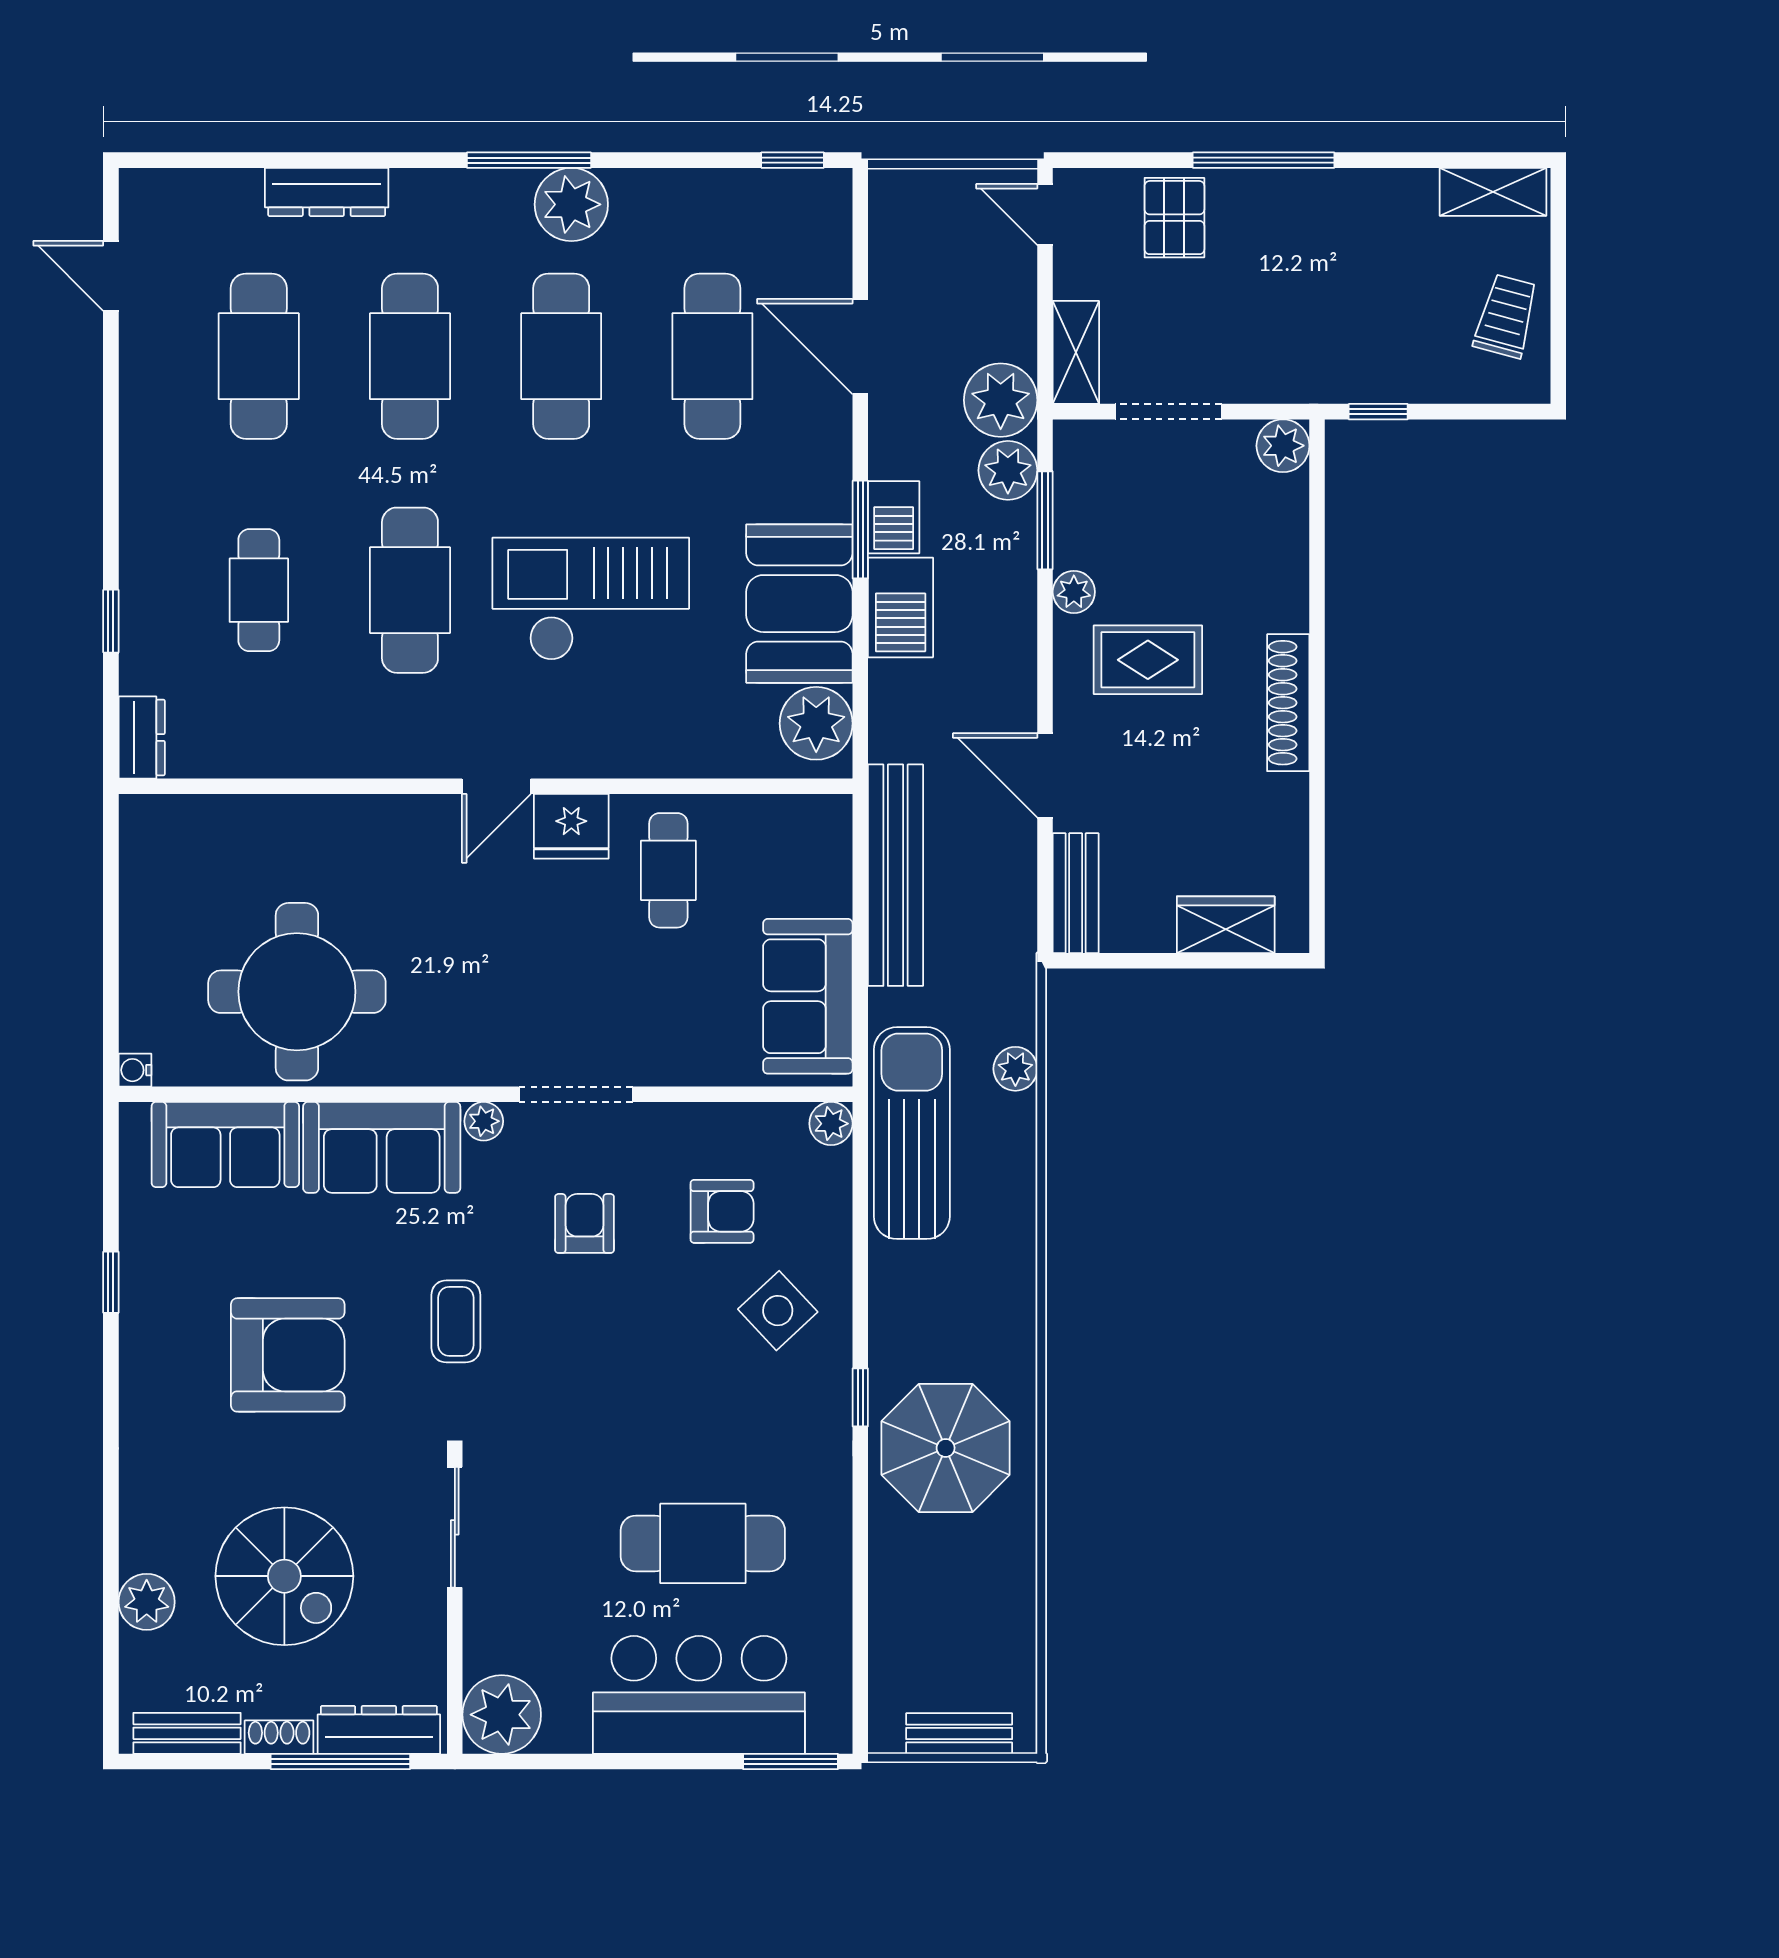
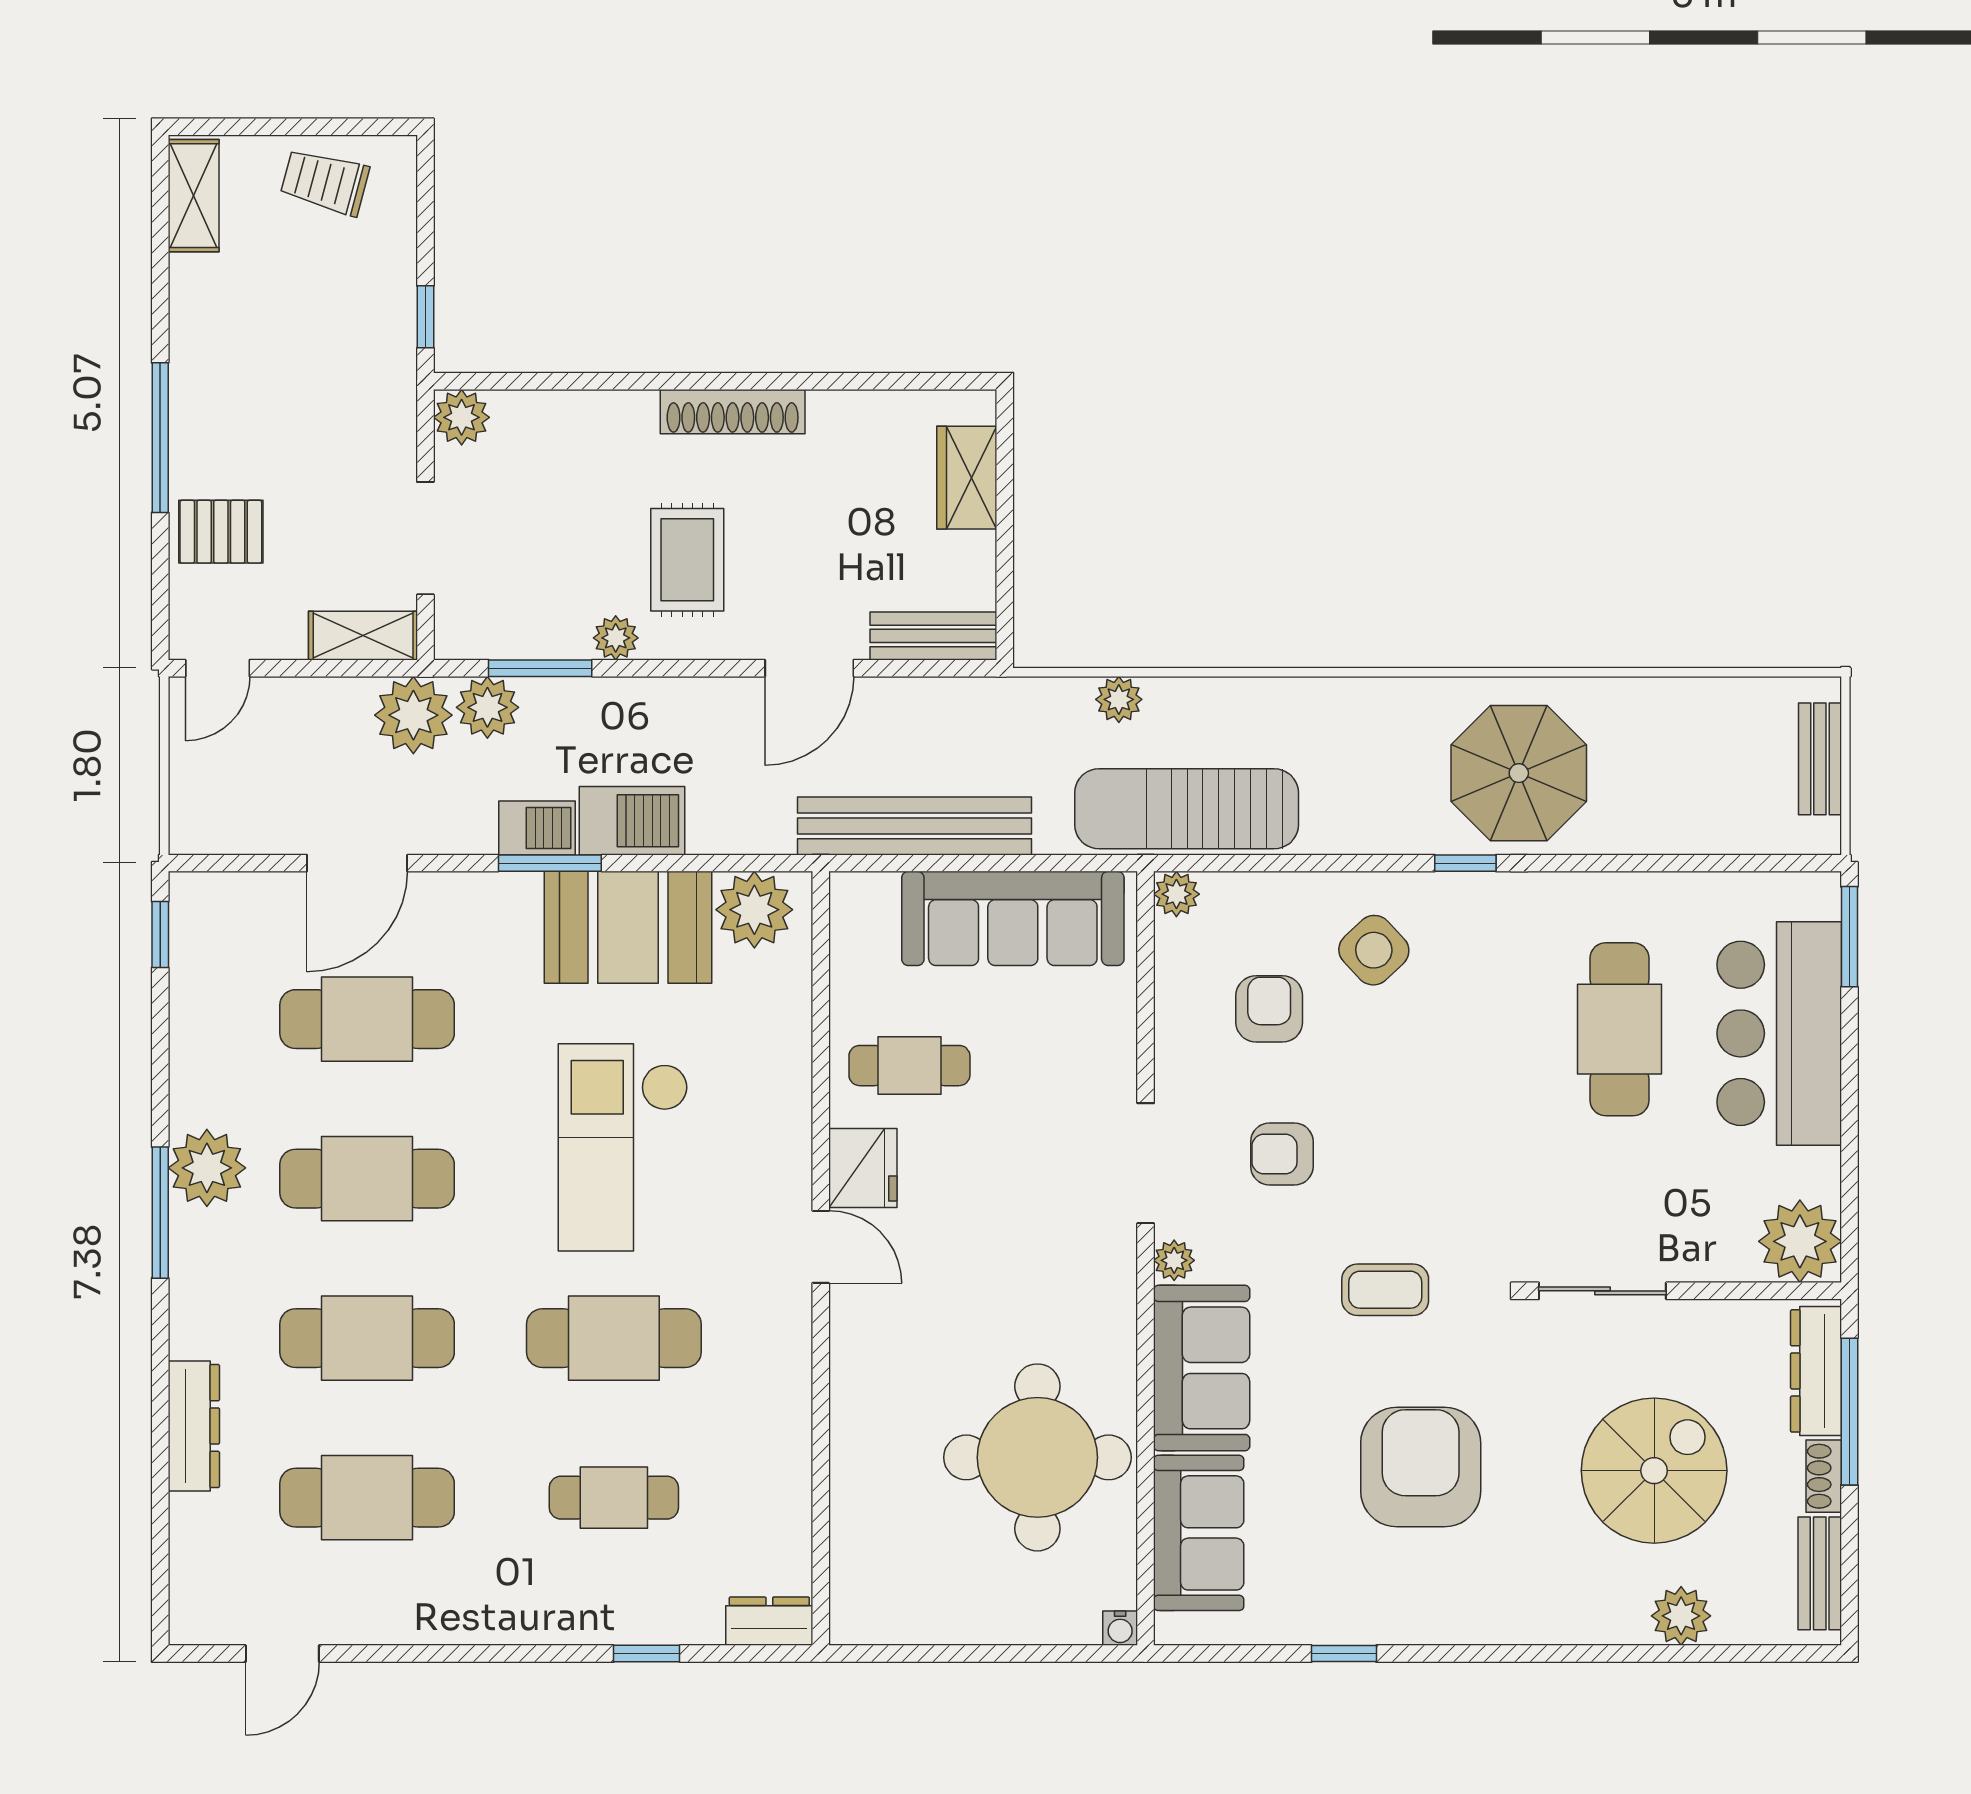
sofa: (808, 996) -> (1013, 918), width x1.36

